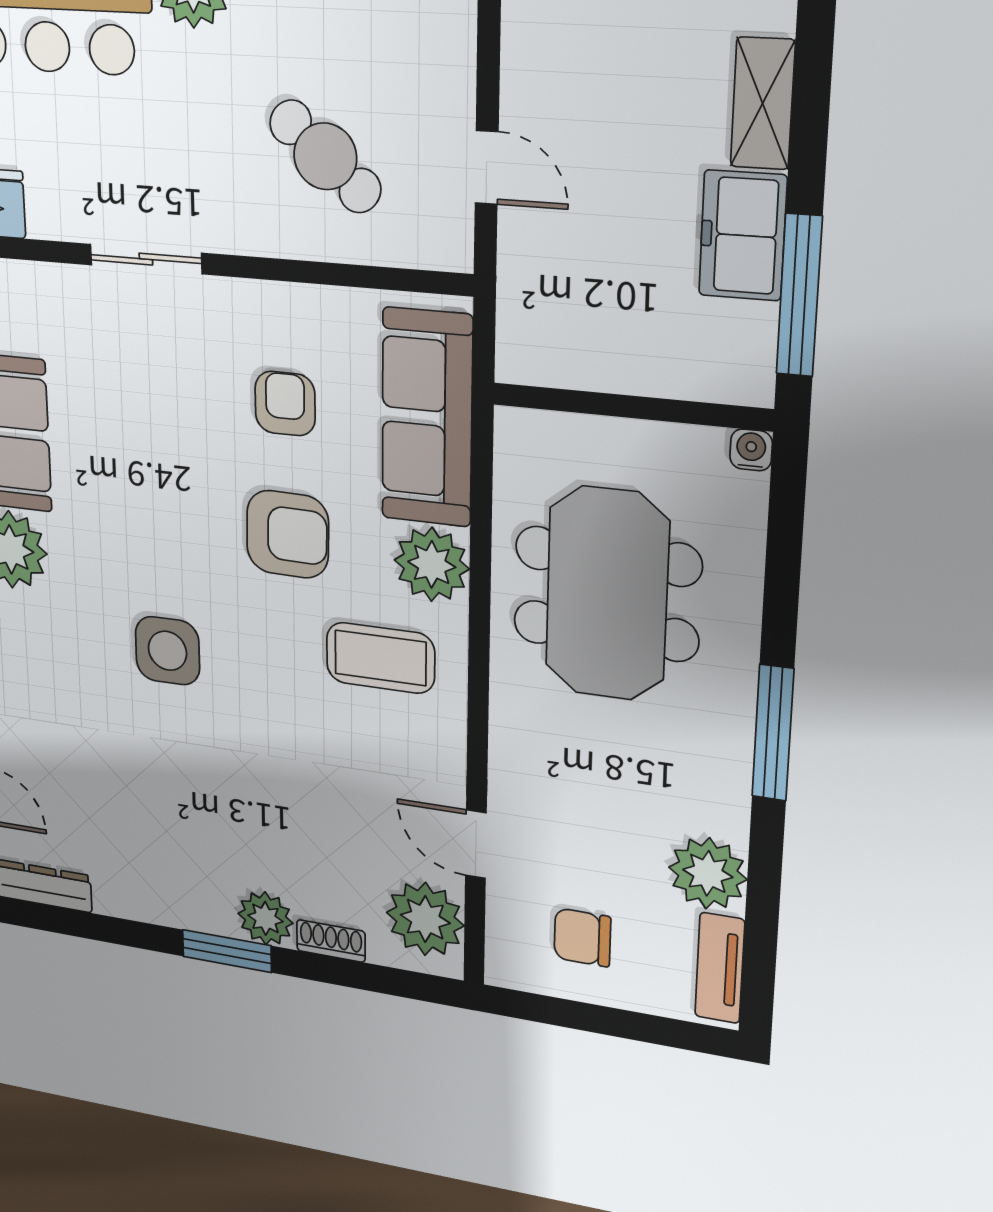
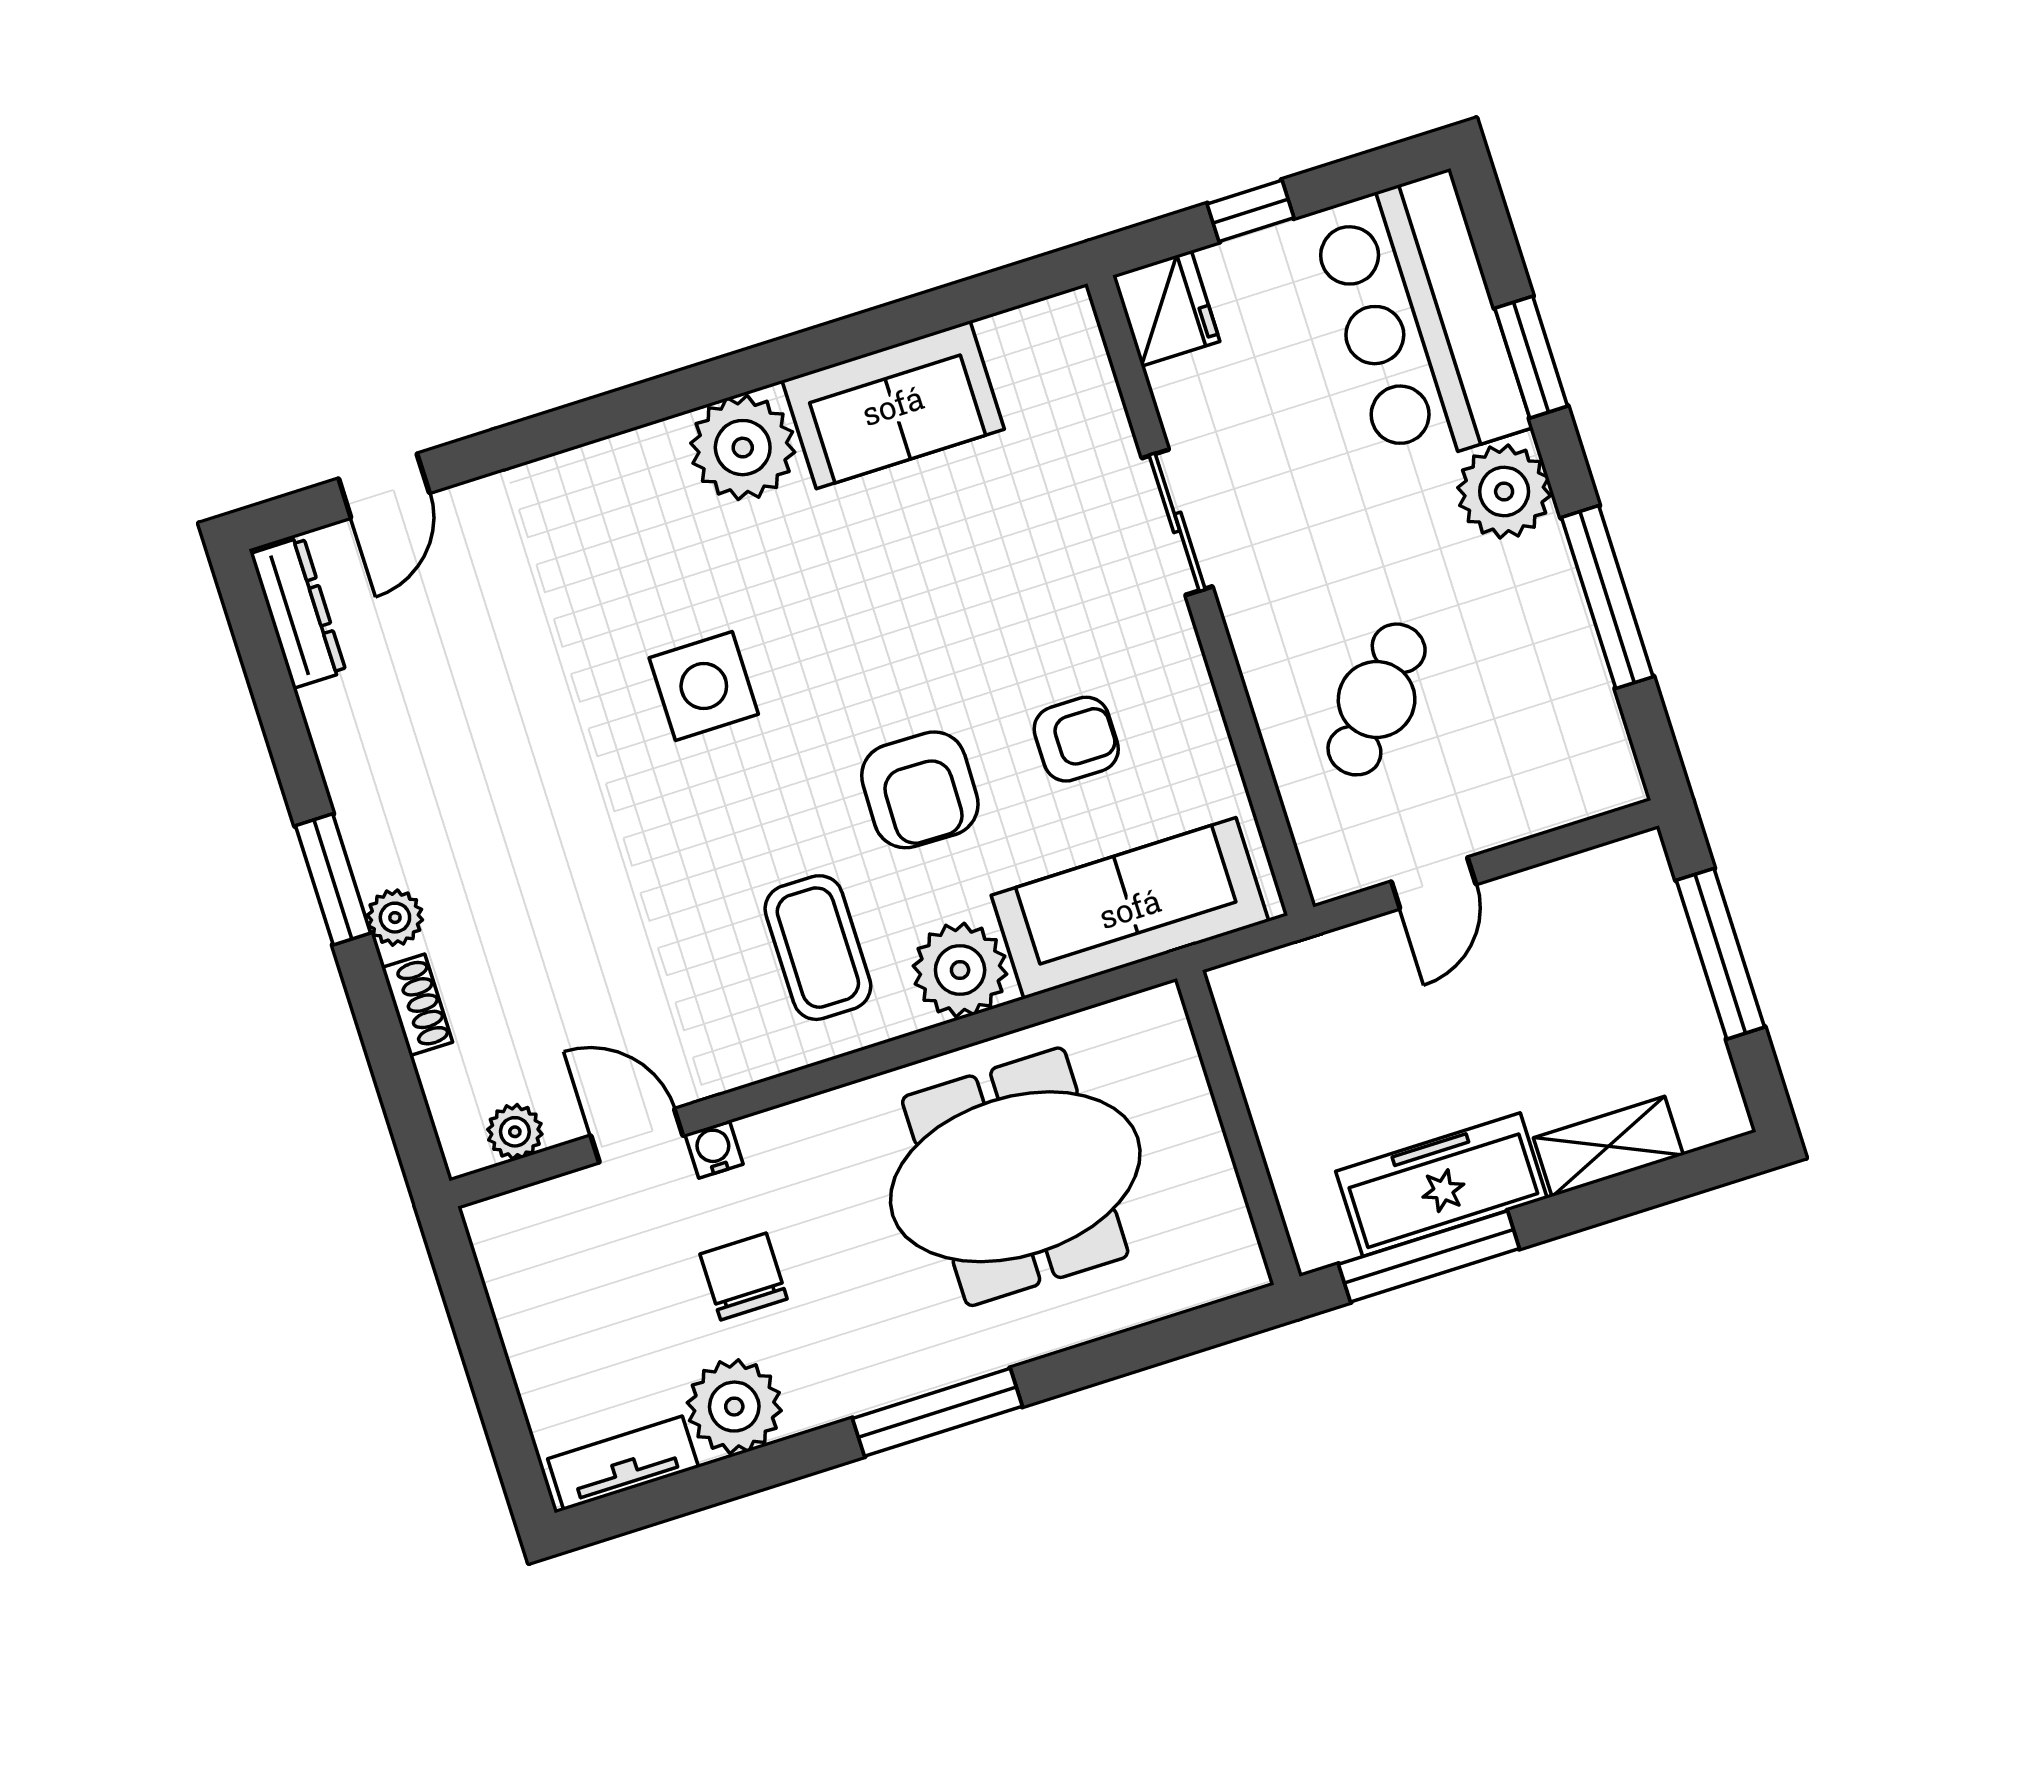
freezer: (743, 236) -> (1441, 1185), width x1.40
water cooler: (751, 450) -> (714, 1149), moved, turned -90
door: (476, 844) -> (637, 1136), hinge flipped
plant: (265, 918) -> (395, 918), width x0.73, depth x0.73
plant: (425, 919) -> (515, 1132), width x0.53, depth x0.53
chair: (582, 937) -> (743, 1276), moved

